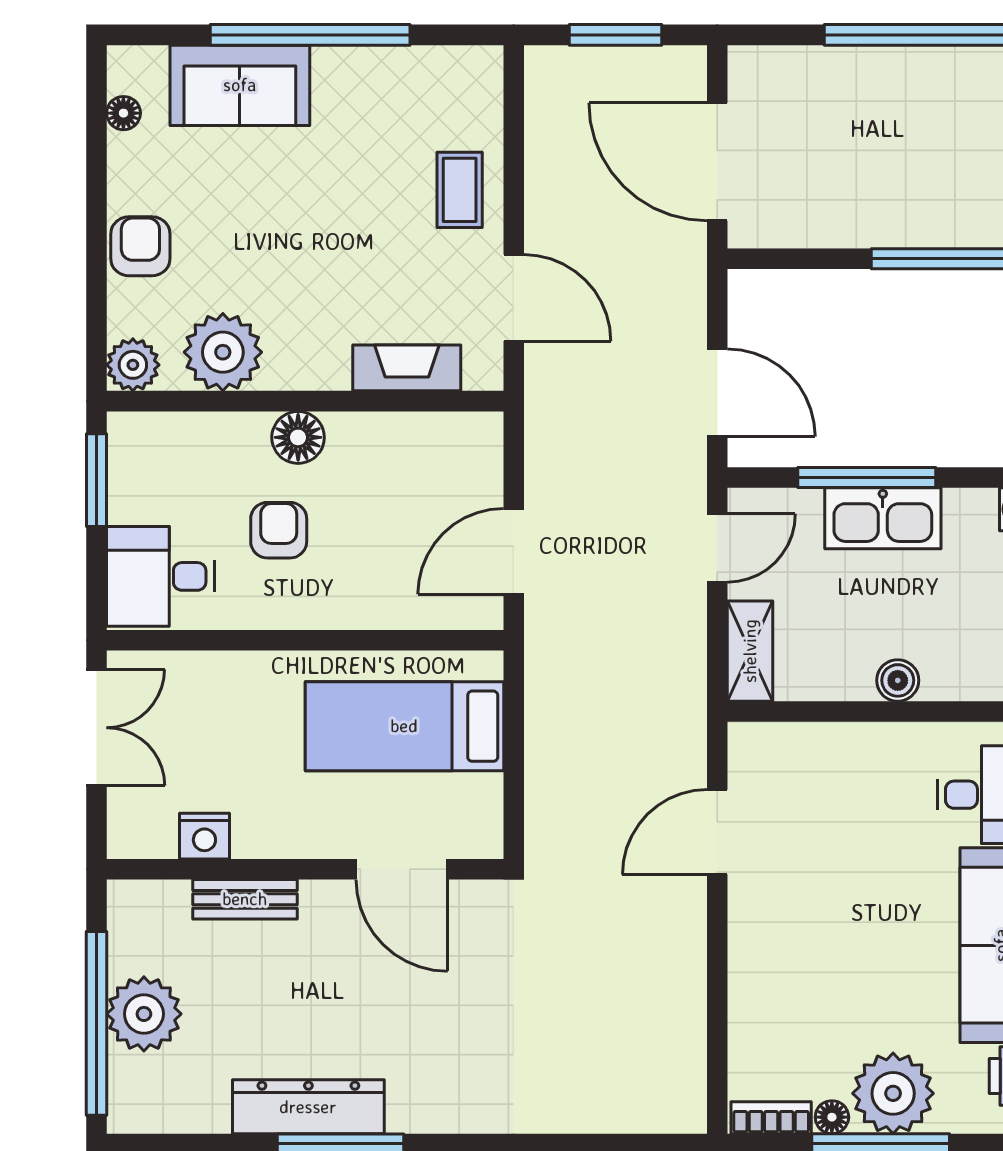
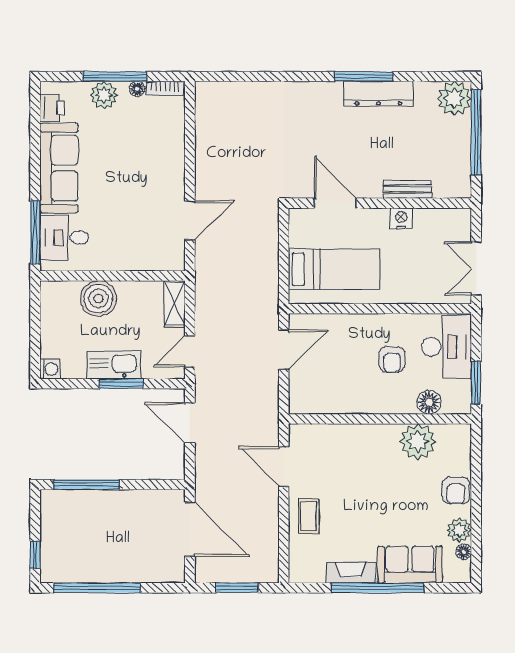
plant: (133, 365) -> (459, 530), moved
fireplace: (407, 368) -> (351, 573), moved, turned 180
floor lamp: (298, 437) -> (429, 402), moved
window: (867, 477) -> (121, 384), width x0.69
desk: (161, 576) -> (447, 347), width x1.37
boiler: (898, 680) -> (98, 299), width x1.86, depth x1.86
nightstand: (204, 836) -> (401, 218), moved
plant: (144, 1014) -> (454, 98), moved
plant: (893, 1093) -> (104, 95), width x0.73, depth x0.73

